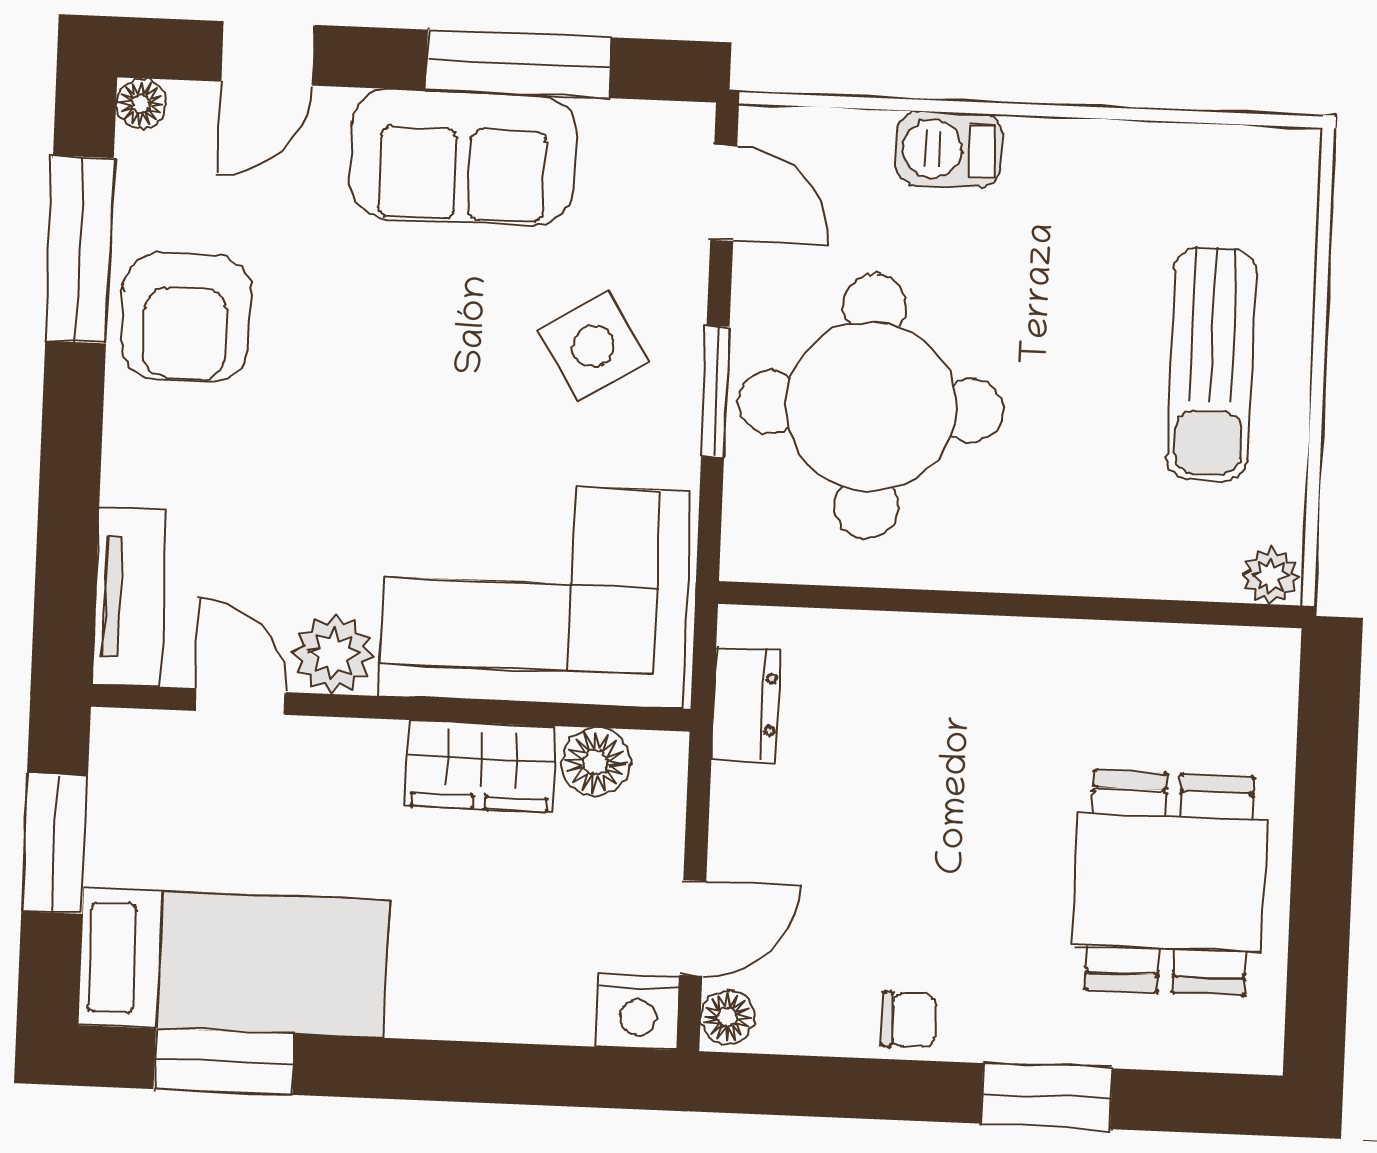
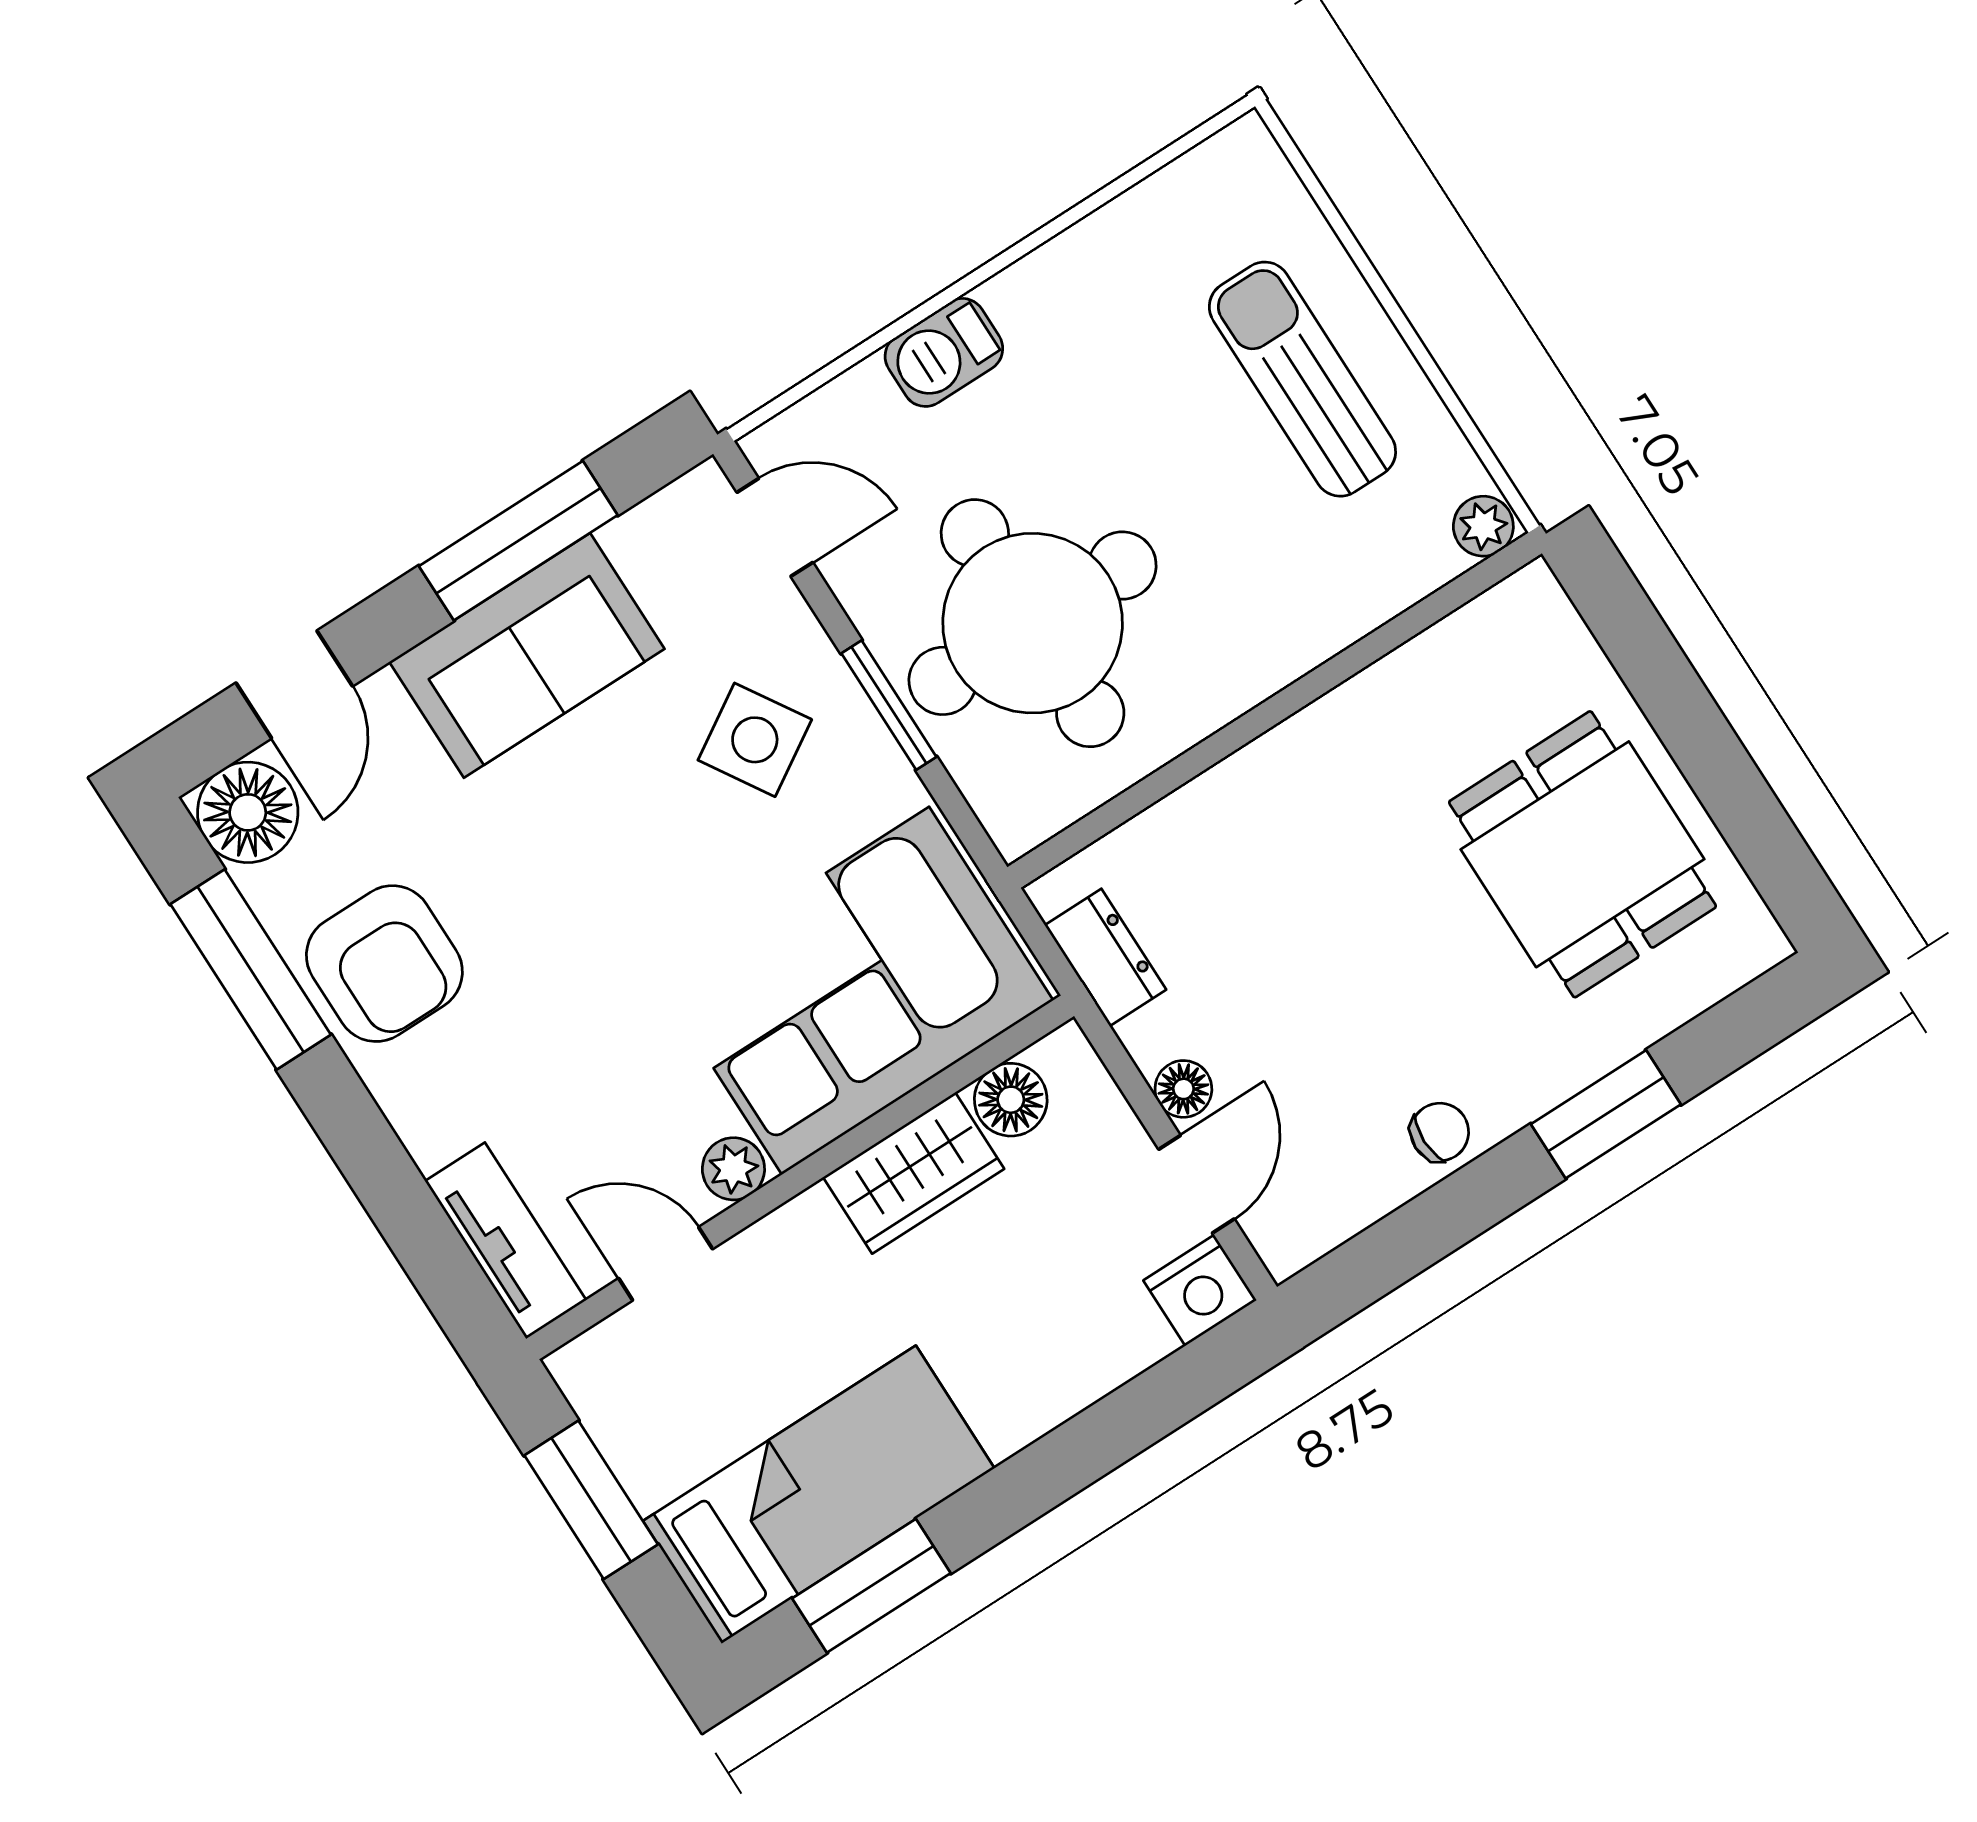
floor lamp: (141, 104) -> (248, 812), width x1.89, depth x1.89
sun lounger: (1211, 364) -> (1302, 379), turned 180
plant: (333, 654) -> (733, 1169), width x0.73, depth x0.73
floor lamp: (727, 1017) -> (1183, 1089), moved

